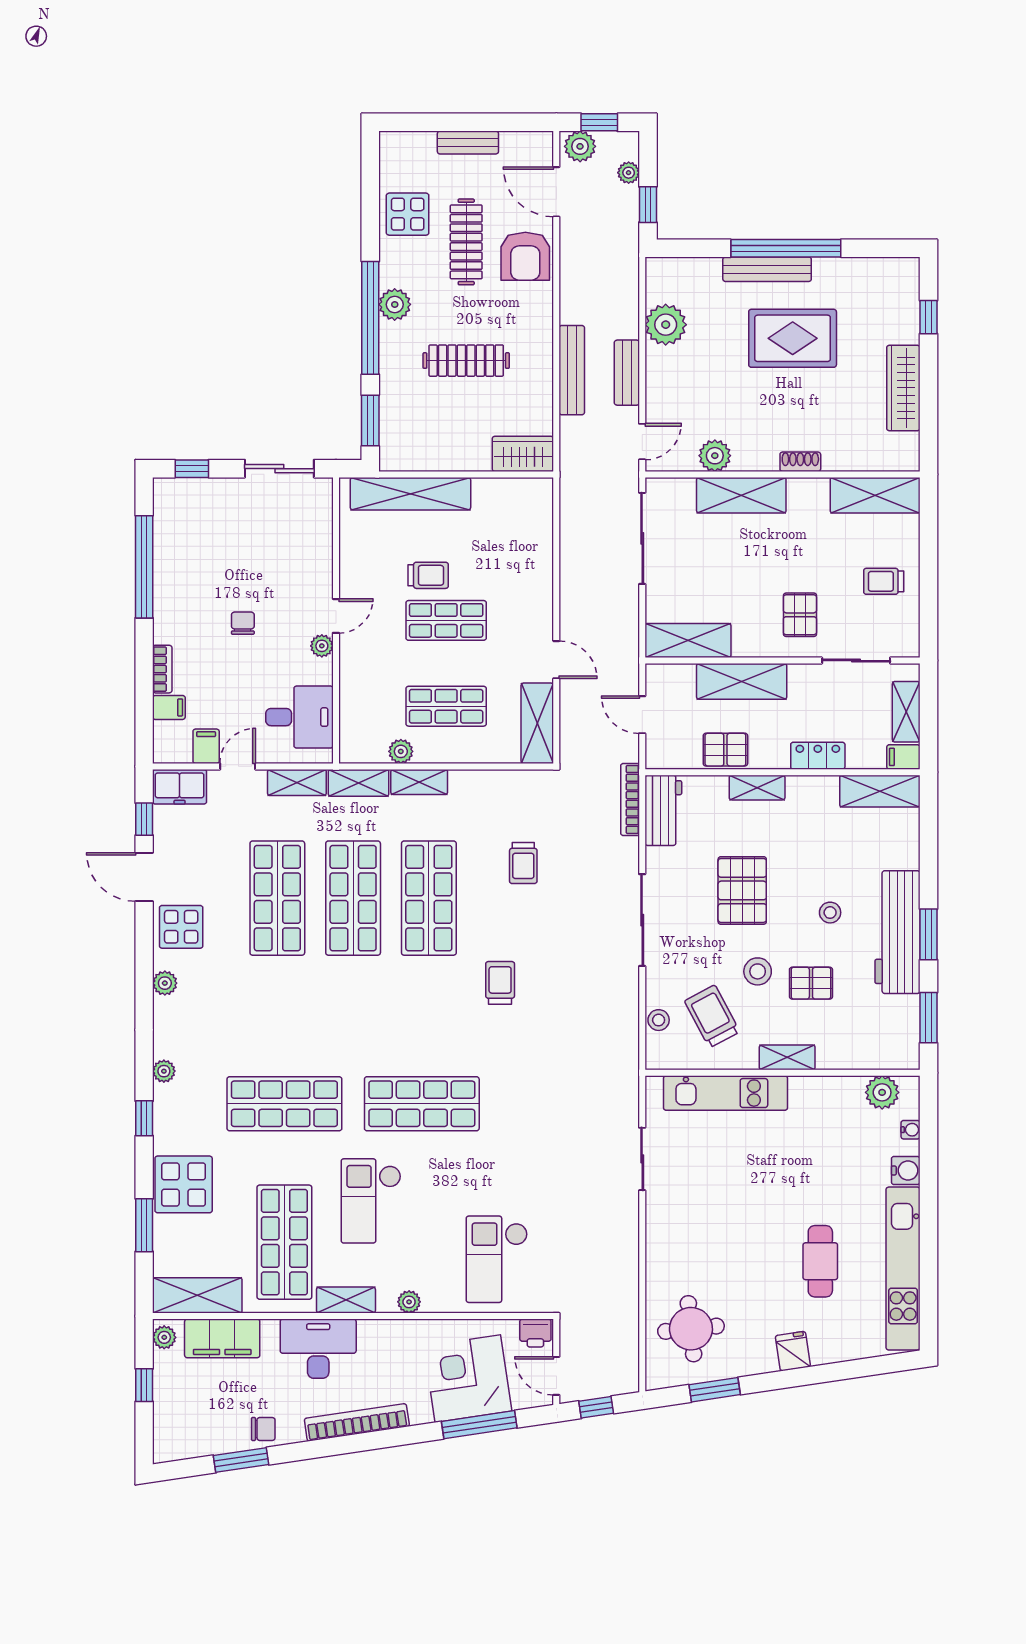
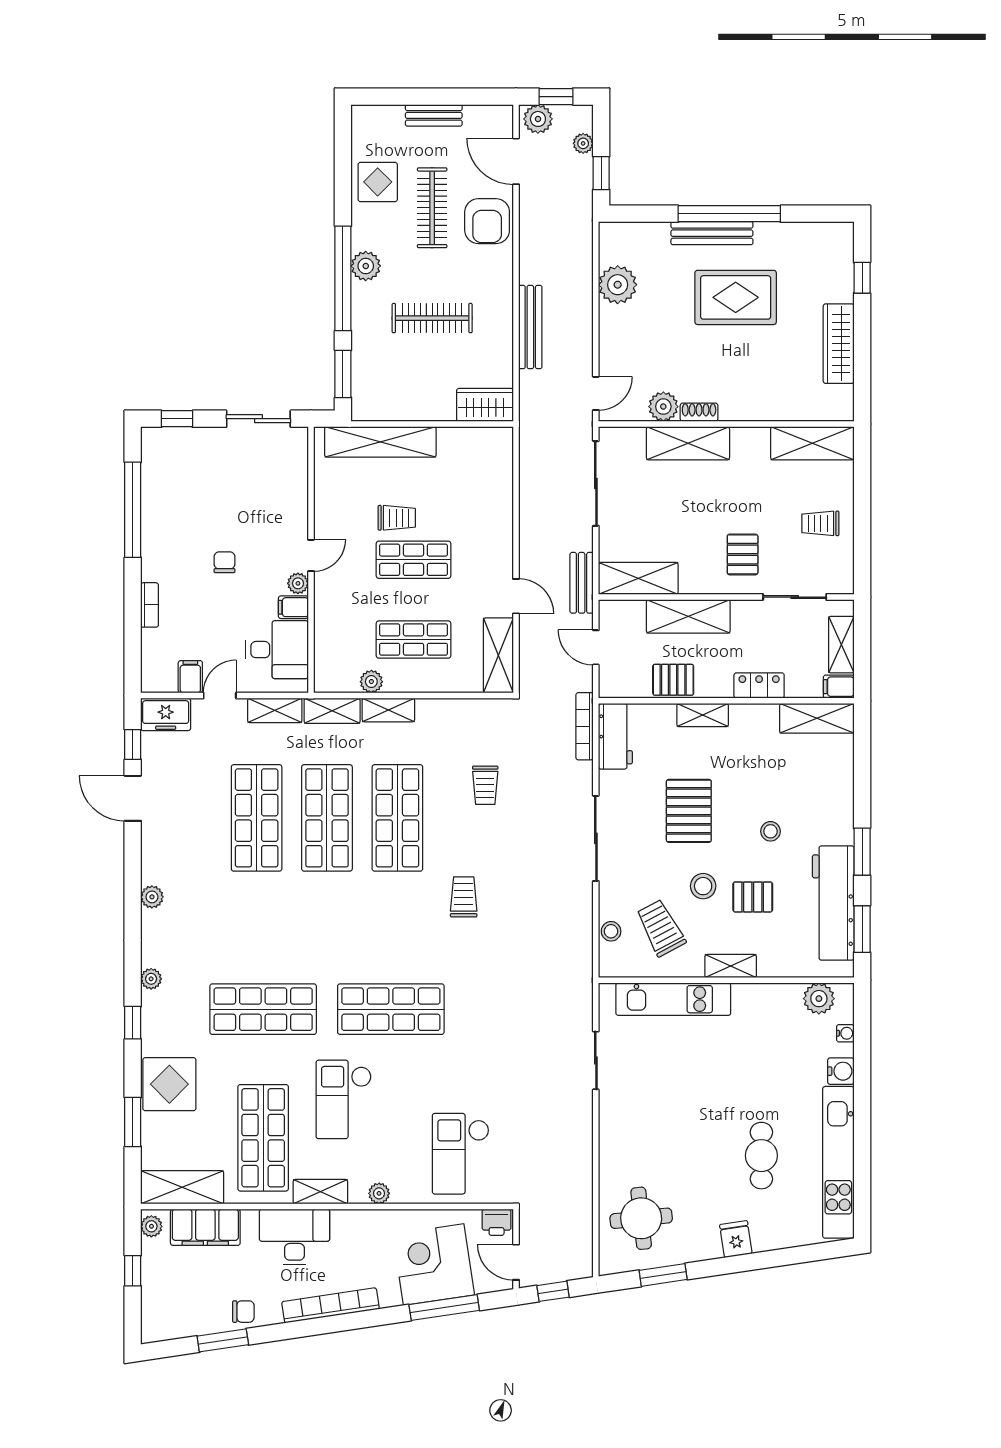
bench: (627, 373) -> (582, 583), moved
shoe rack: (800, 462) -> (699, 412), moved
filing cabinet: (169, 707) -> (293, 607), moved, turned 180
display table: (181, 927) -> (167, 845), removed
workbench: (897, 932) -> (833, 903), moved

